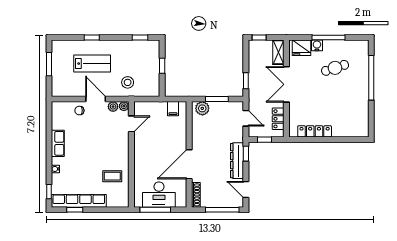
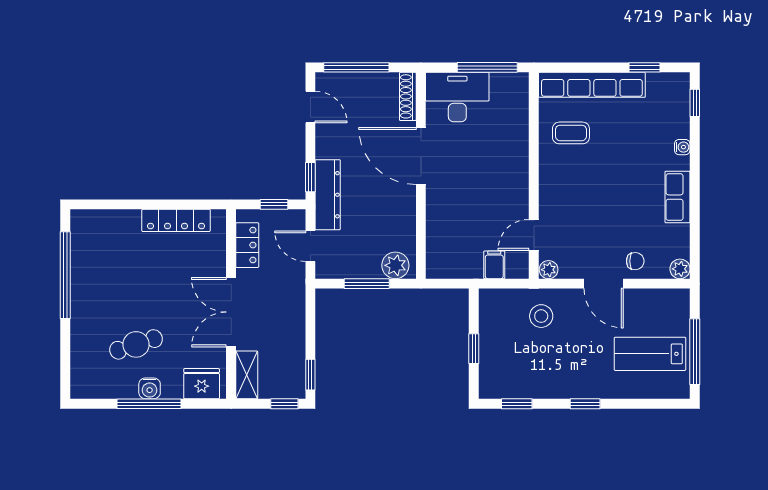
window: (92, 38) -> (585, 404), moved
water cooler: (317, 45) -> (150, 388), moved
window: (49, 64) -> (695, 352), width x1.44
lab bench: (92, 64) -> (650, 354), moved
window: (371, 78) -> (65, 275), moved
window: (246, 81) -> (310, 375), moved
double door: (286, 84) -> (231, 312), swing flipped
plant: (113, 107) -> (680, 269), moved
filing cabinet: (173, 109) -> (494, 265), moved
dresser: (237, 161) -> (328, 195), moved
door: (189, 164) -> (421, 156), swing flipped
desk: (159, 195) -> (457, 97), moved
row of seats: (79, 201) -> (592, 85), moved

